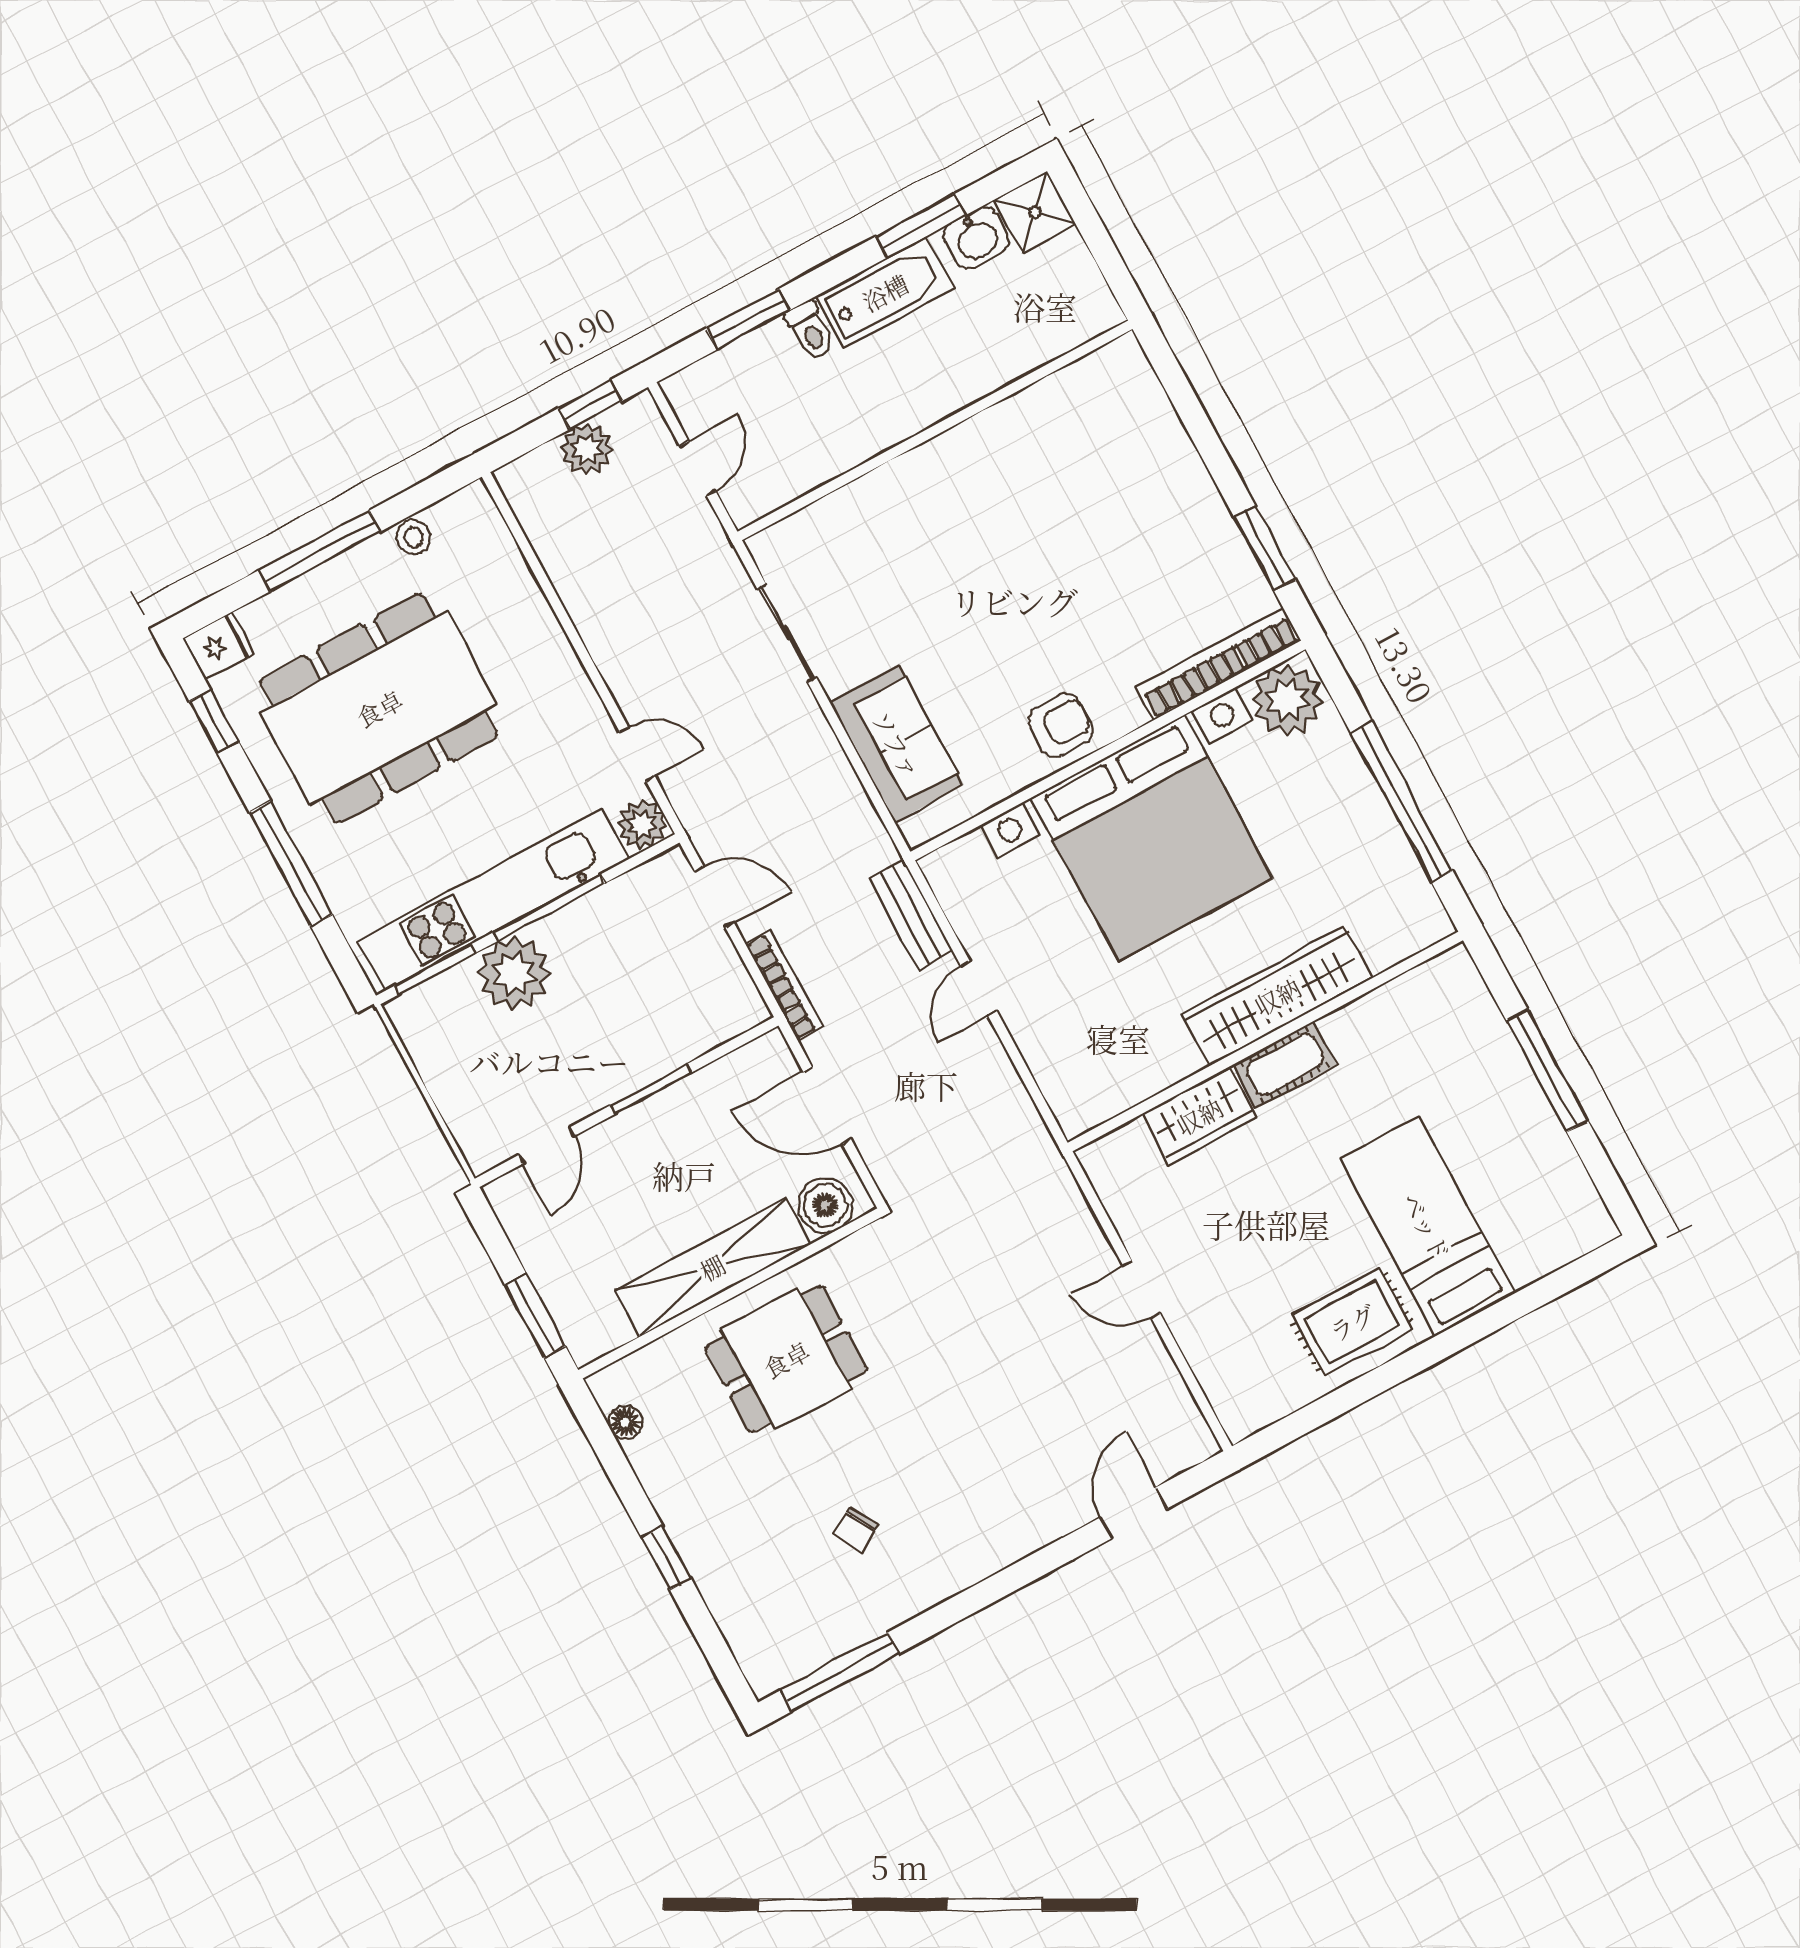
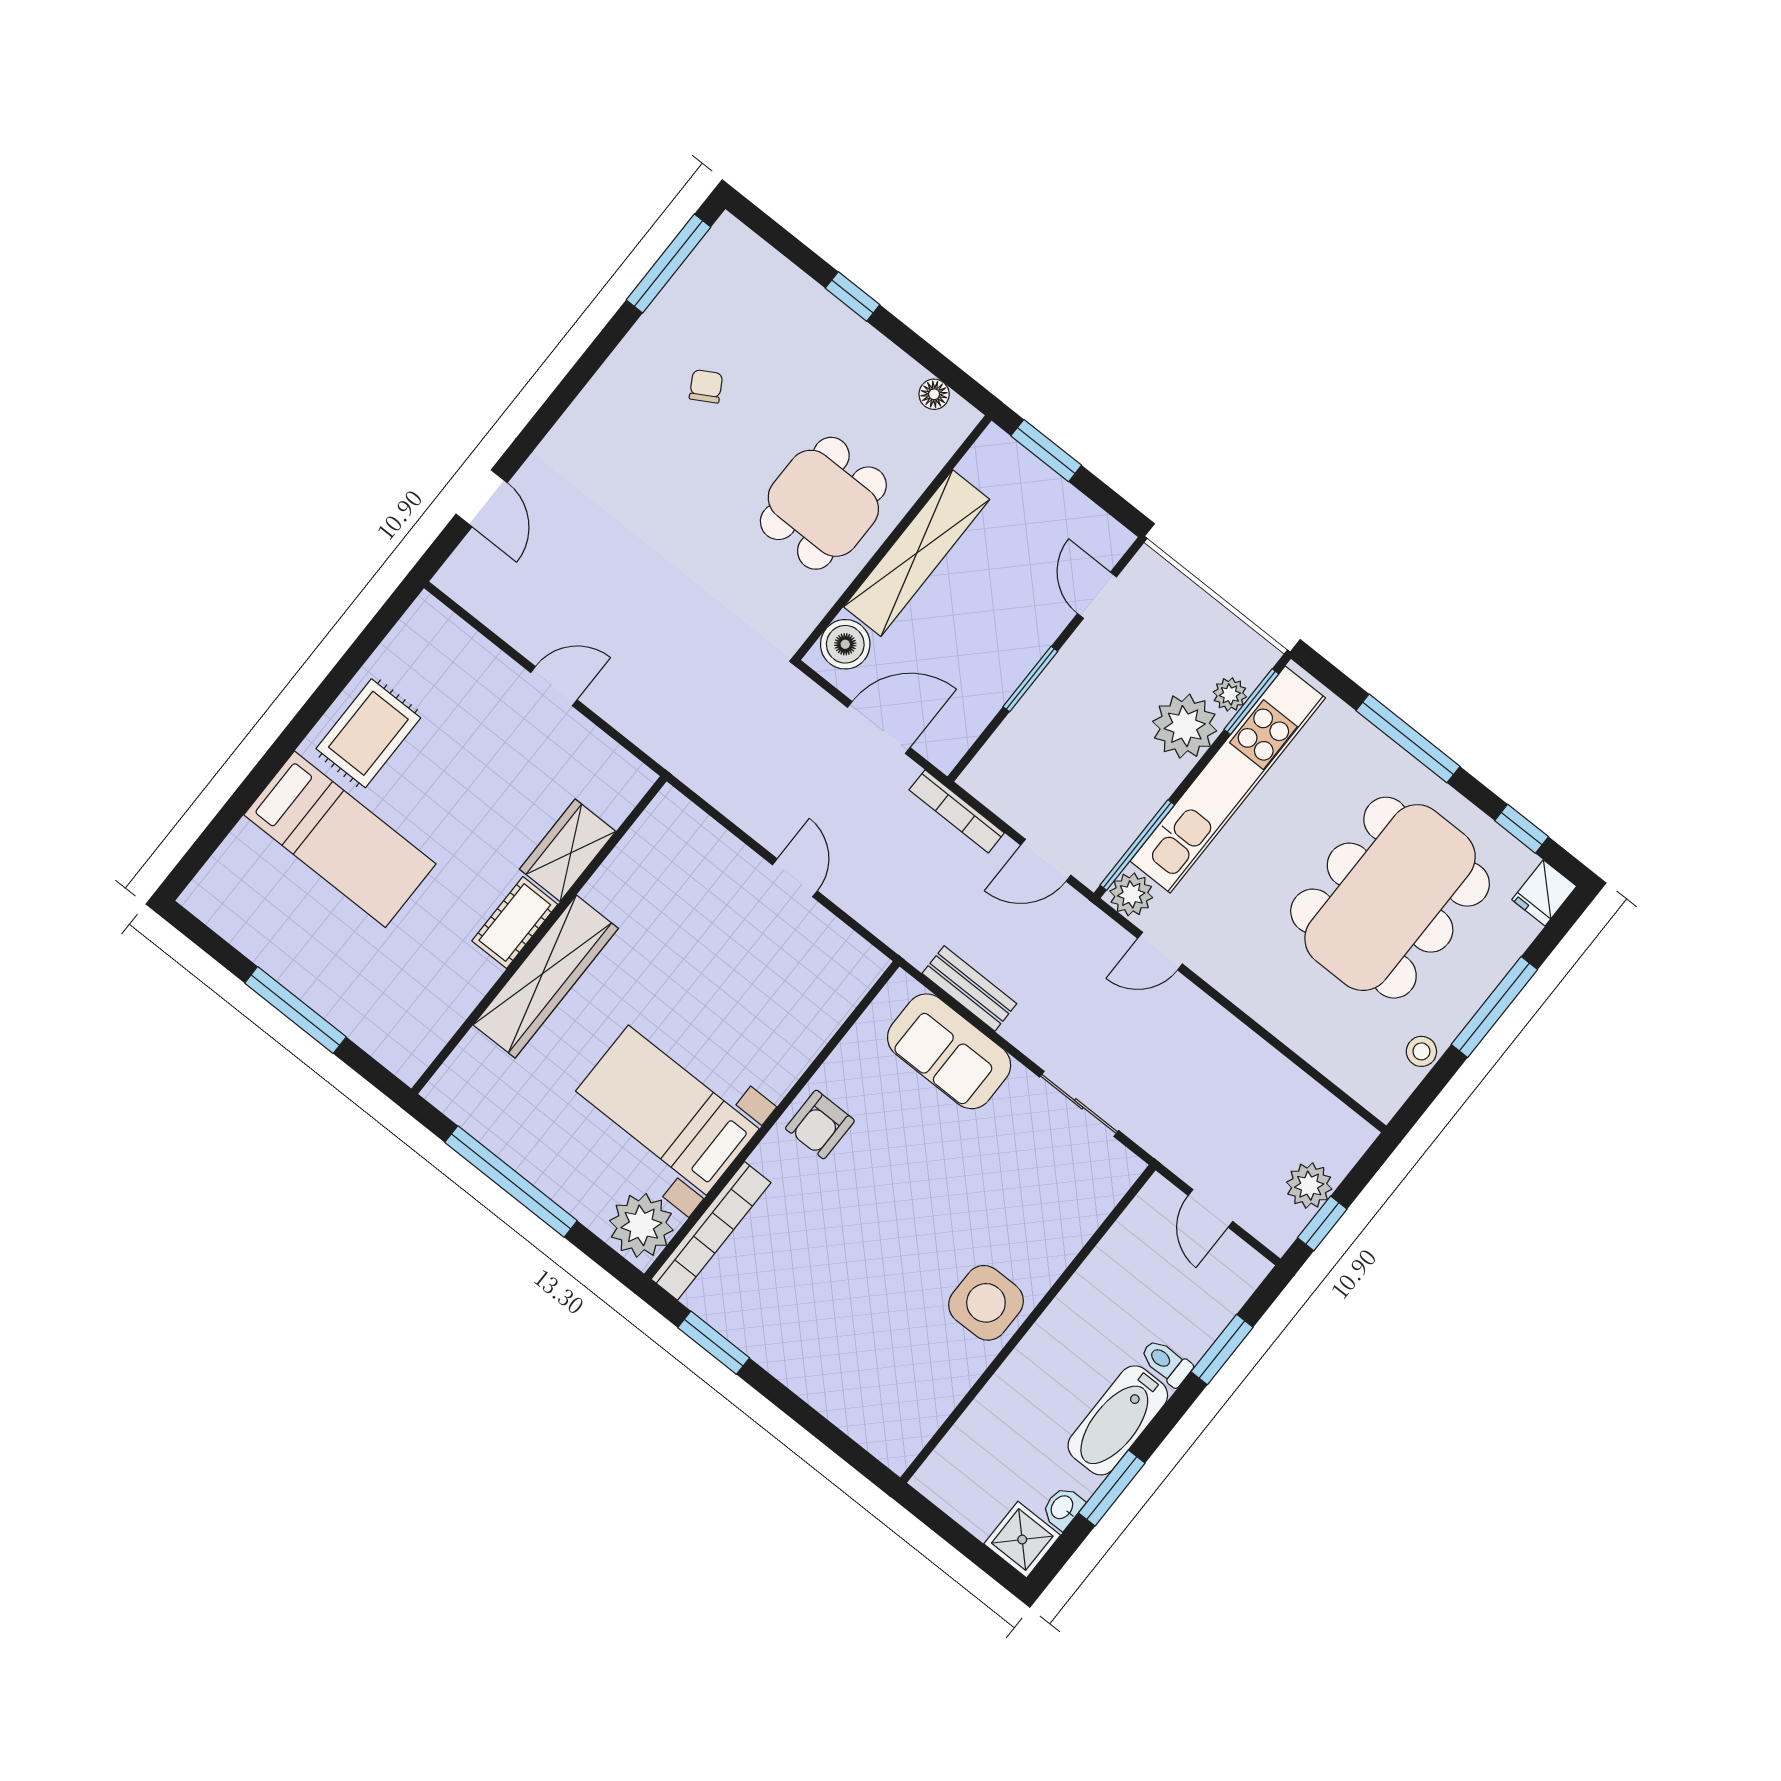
washbasin: (976, 238) -> (1063, 1508), width x0.72, depth x0.69
side table: (969, 470) -> (986, 1303), added
bed with nightstands: (1151, 838) -> (667, 1110), width x0.54
window: (549, 908) -> (1137, 845), moved
bench: (911, 915) -> (969, 989), moved
plant: (454, 986) -> (1230, 694), added

